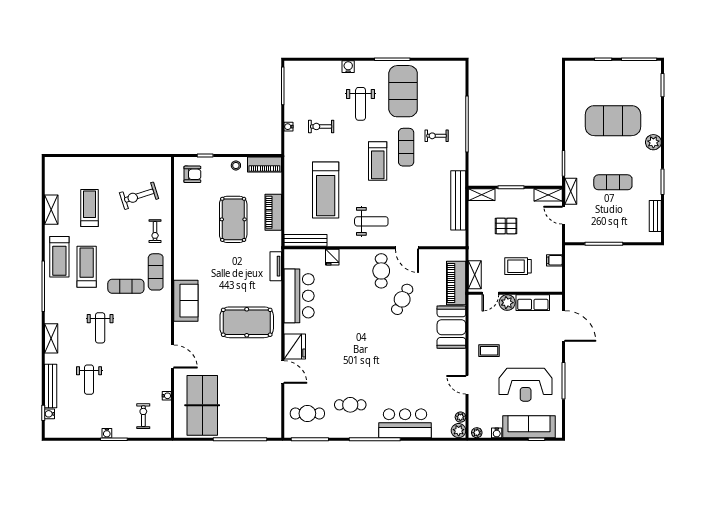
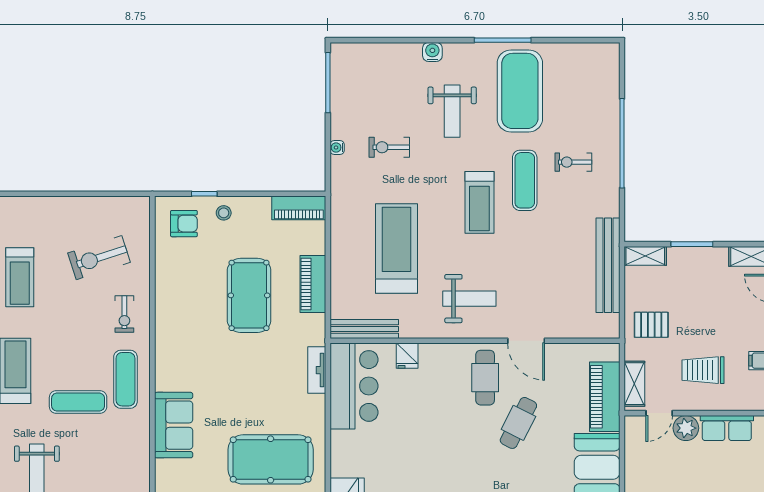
stool: (236, 165) -> (224, 213), moved
treadmill: (326, 190) -> (396, 248), turned 180
treadmill: (89, 208) -> (20, 277), turned 180
pallet: (506, 226) -> (651, 325), moved
bar counter: (299, 296) -> (354, 386), moved

